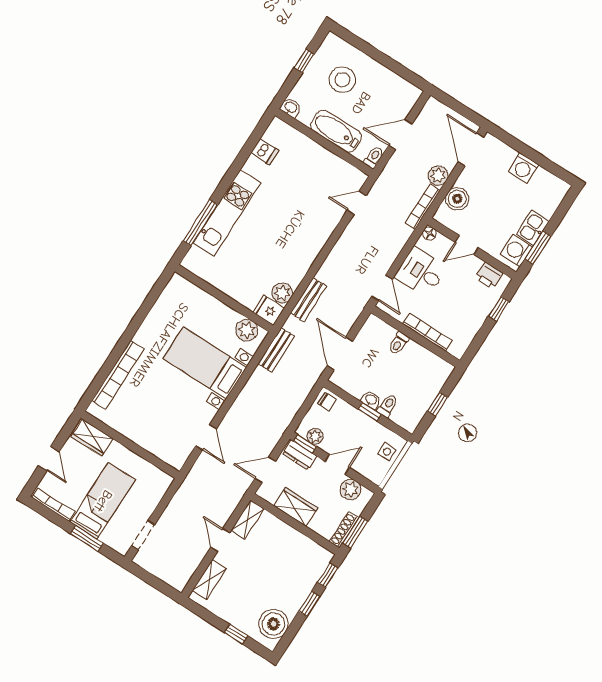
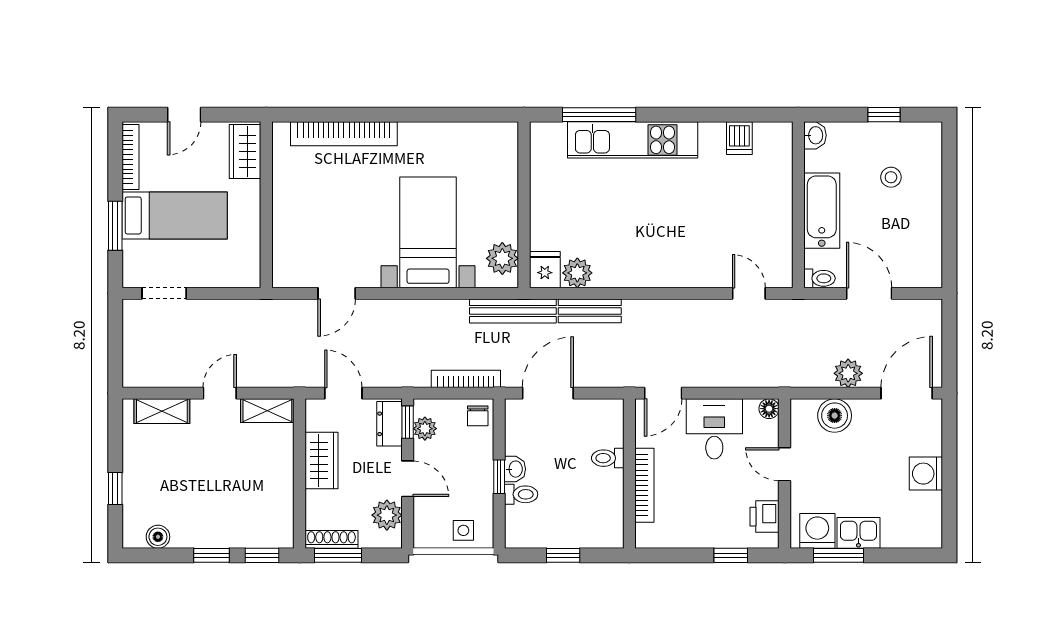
stool: (342, 80) -> (891, 177), width x0.53, depth x0.53
bookcase: (423, 207) -> (466, 379), moved
bench: (276, 350) -> (513, 311), width x1.36
boiler: (273, 624) -> (158, 537), width x0.54, depth x0.54

